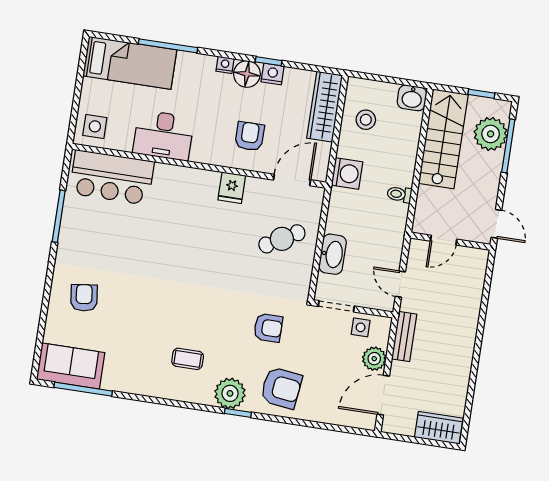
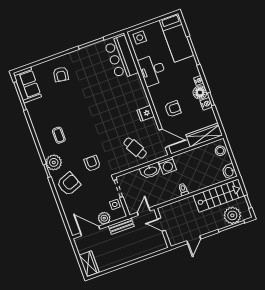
stool: (366, 120) -> (220, 151), moved
washing machine: (347, 173) -> (167, 166), moved
door: (444, 240) -> (161, 225), moved
wall: (450, 241) -> (163, 228), moved
washbasin: (333, 254) -> (150, 171), moved
armchair: (84, 298) -> (61, 74), turned 106
armchair: (268, 328) -> (92, 163), turned 180
armchair: (281, 388) -> (69, 184), turned -118

